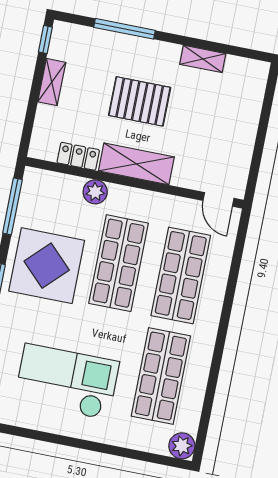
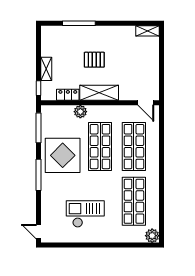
window: (45, 40) -> (39, 88), moved
shelving: (203, 59) -> (148, 31), moved
shelving: (52, 82) -> (46, 69), moved
pallet: (140, 101) -> (94, 60), width x0.67, depth x0.71
checkout: (67, 382) -> (85, 214), width x0.73, depth x0.83

